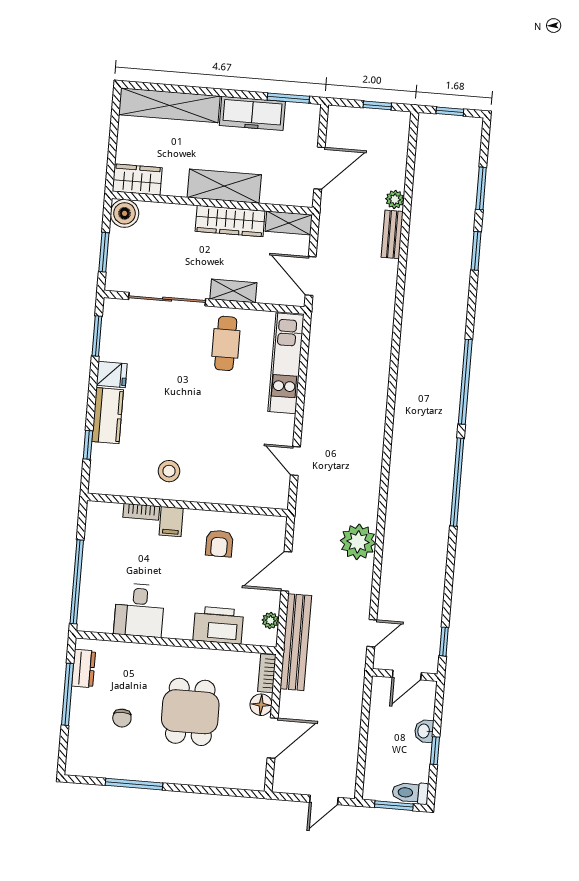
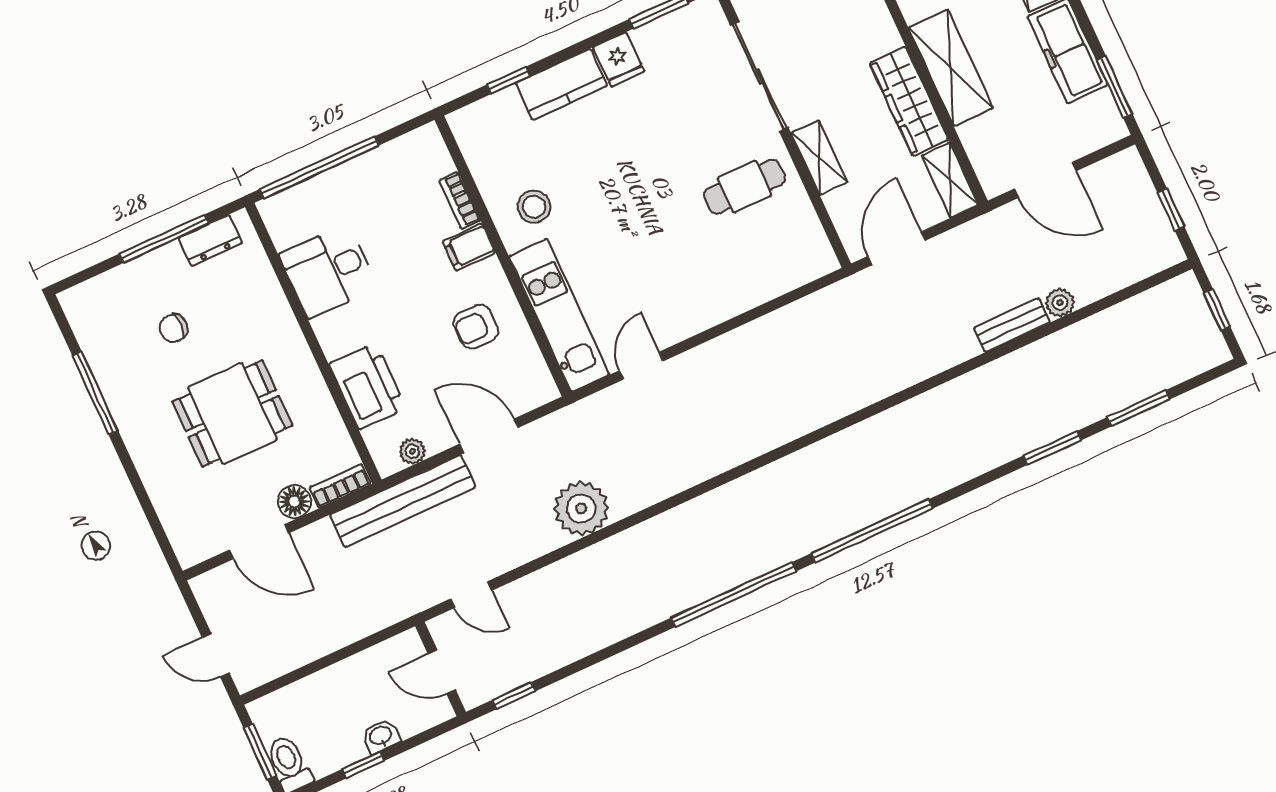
kitchen unit: (286, 363) -> (559, 315), moved, turned 90

